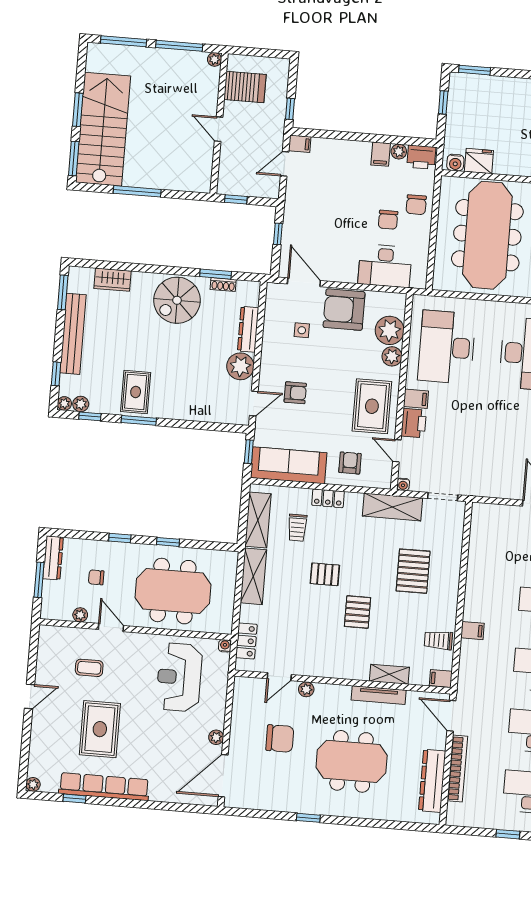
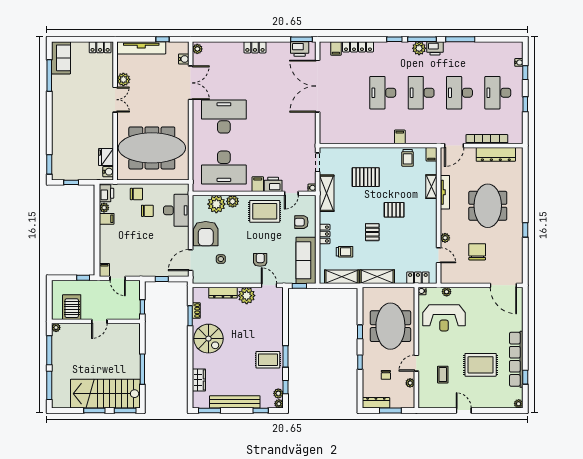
plant: (216, 737) -> (447, 292), moved

